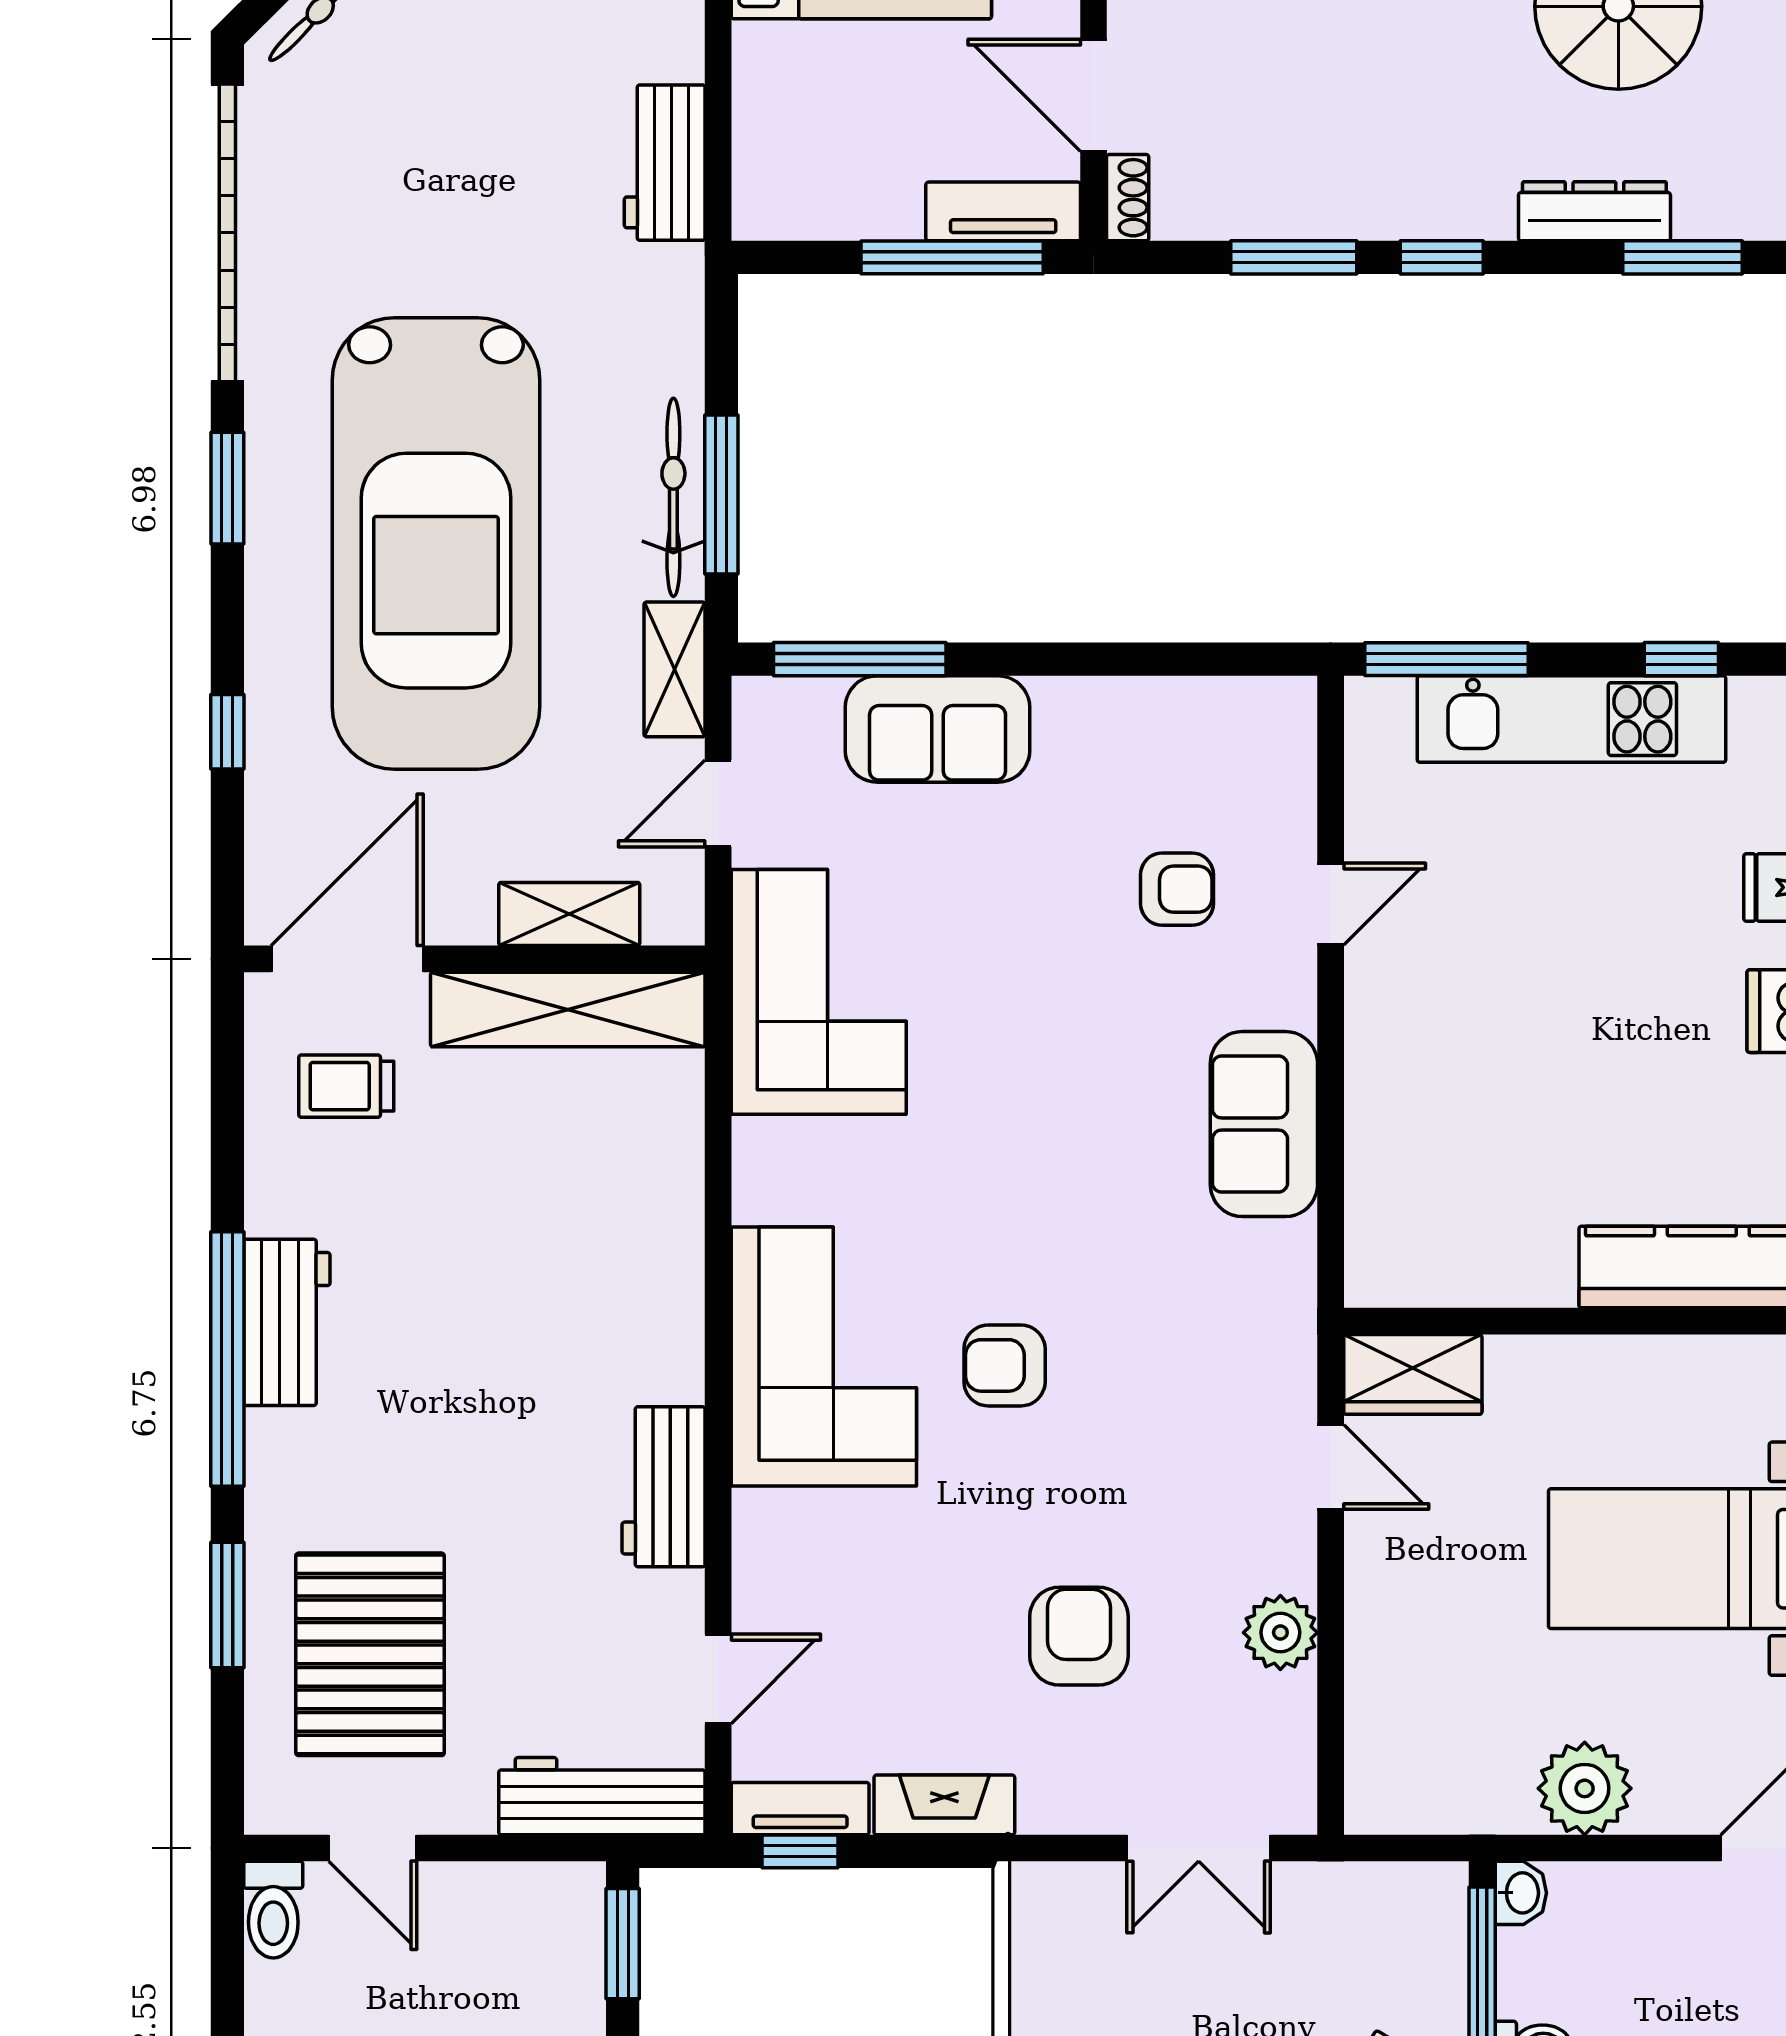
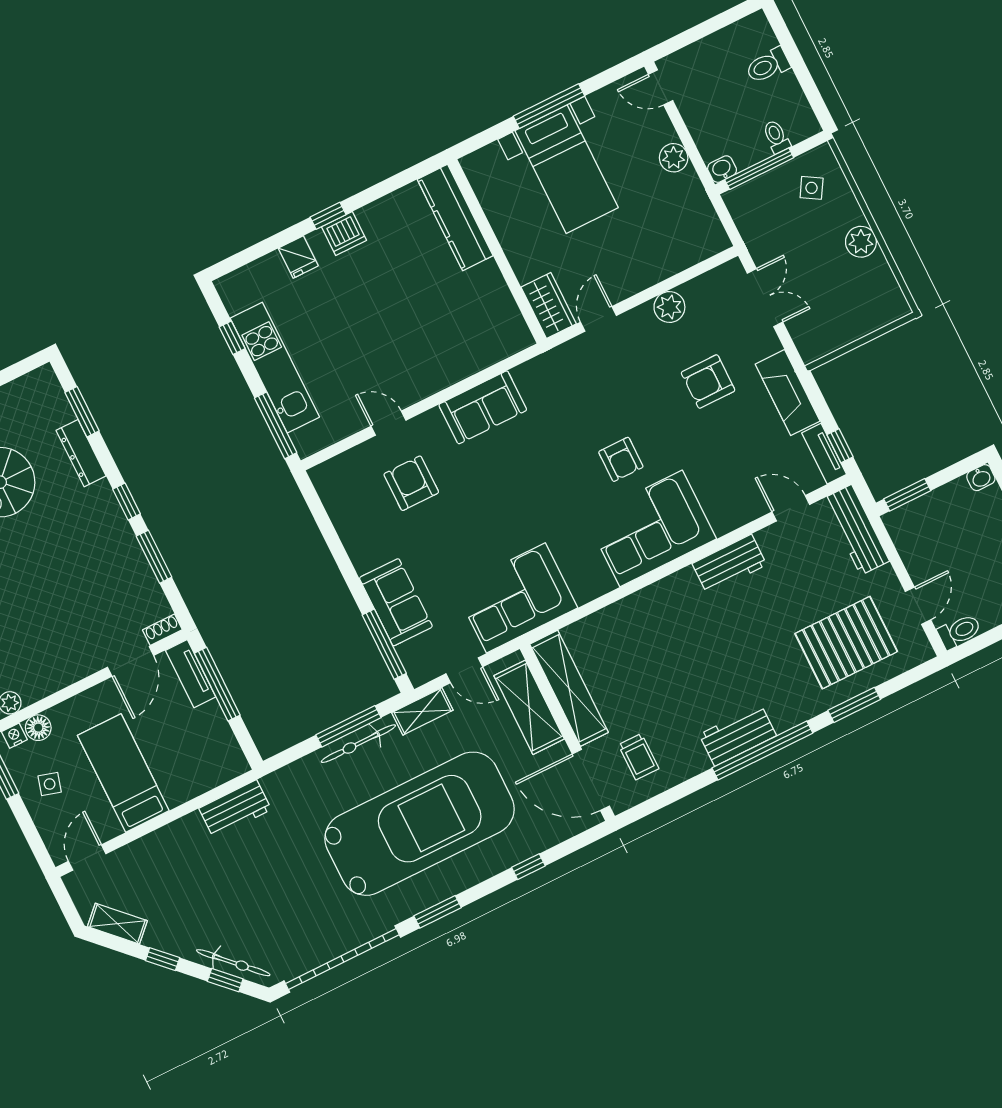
armchair: (1177, 889) -> (411, 483), width x1.38, depth x1.38
shelving: (569, 914) -> (529, 707), width x1.50, depth x1.33
plant: (1585, 1788) -> (674, 158), width x0.73, depth x0.73
fireplace: (944, 1805) -> (788, 393), width x1.37, depth x1.32

